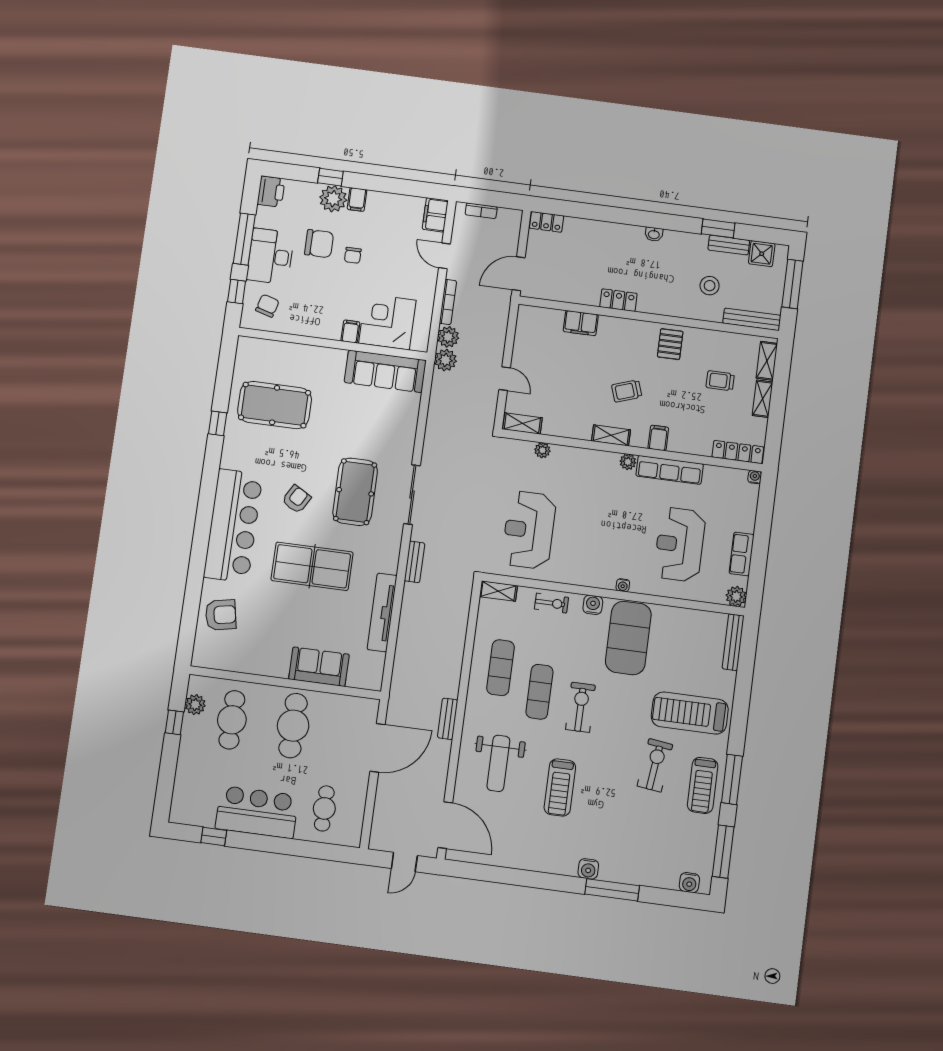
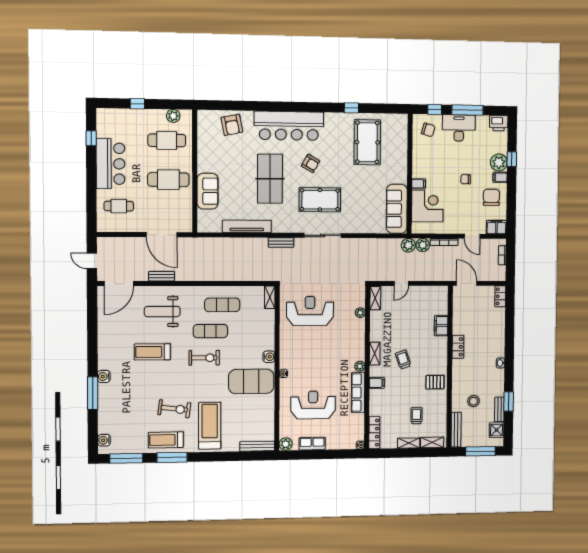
chair: (319, 244) -> (491, 197), moved, turned 180
door: (444, 256) -> (472, 236), swing flipped
exercise bike: (551, 603) -> (267, 331), removed
bench: (448, 719) -> (162, 276), moved
window: (174, 722) -> (137, 104), moved

